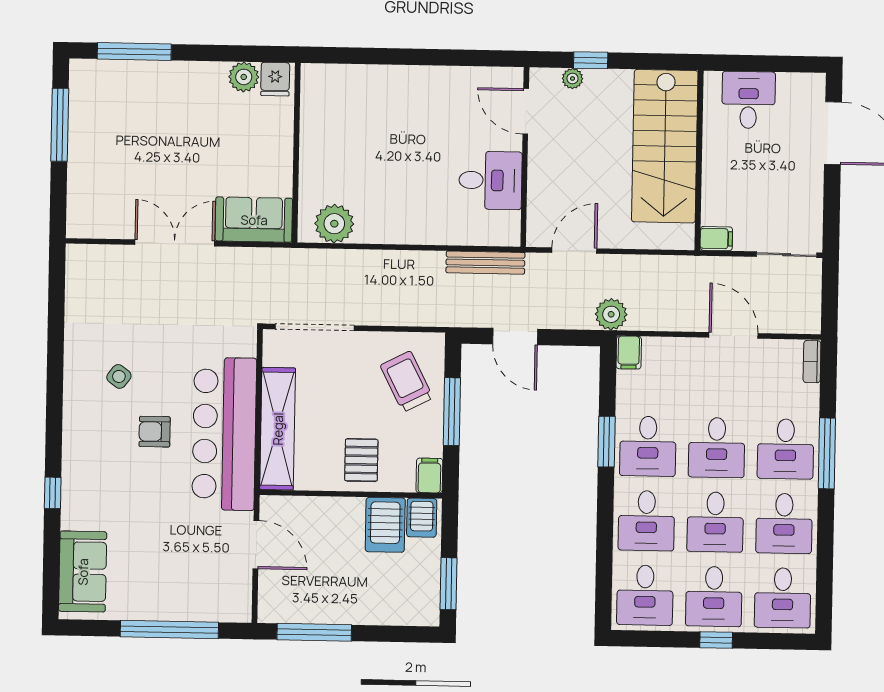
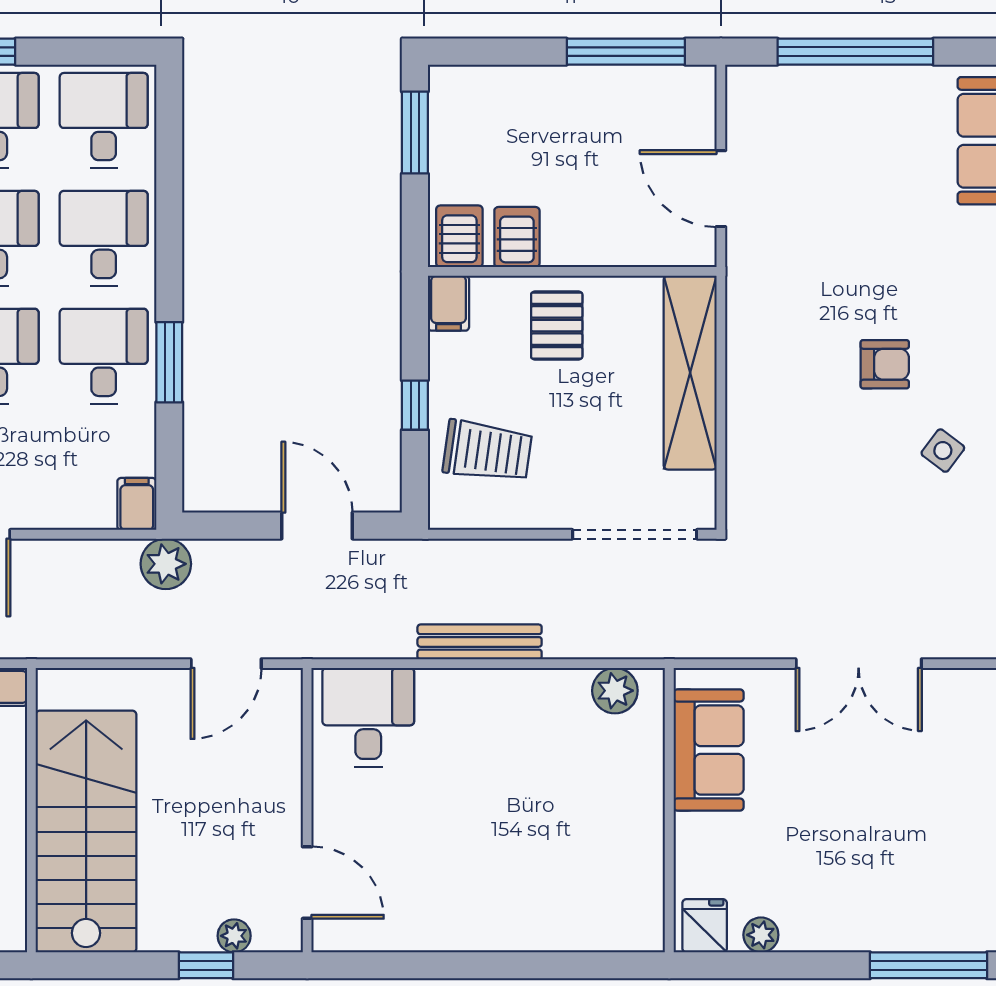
plant: (244, 77) -> (761, 935), width x0.73, depth x0.73
desk: (490, 180) -> (368, 717), moved, turned 90
sofa: (254, 220) -> (709, 750), moved, turned -90
plant: (334, 224) -> (615, 691), width x0.73, depth x0.73
bench: (485, 263) -> (480, 642), moved
trolley: (407, 382) -> (487, 451), turned -55
window: (452, 412) -> (415, 405), width x0.46
bar counter: (224, 434) -> (774, 363), removed
server rack: (385, 525) -> (517, 237), width x0.73, depth x0.70

